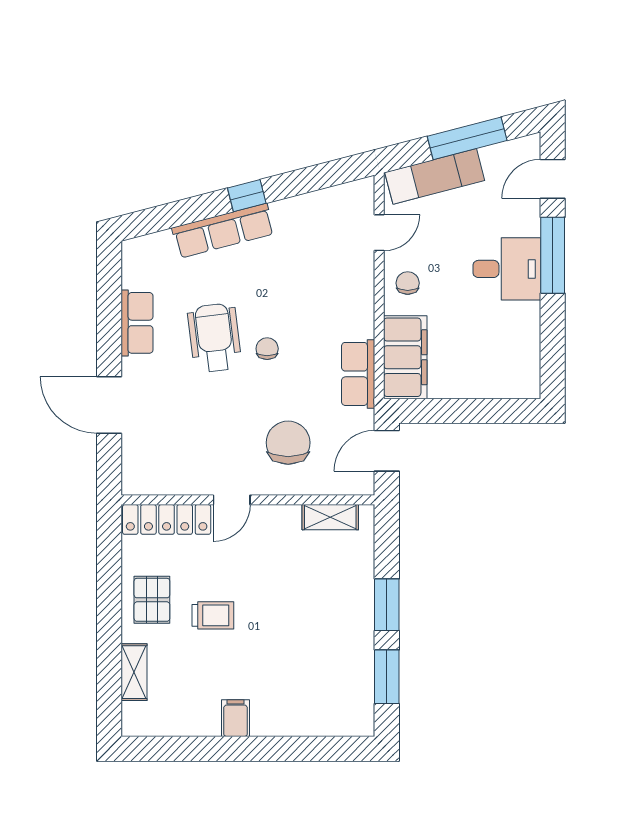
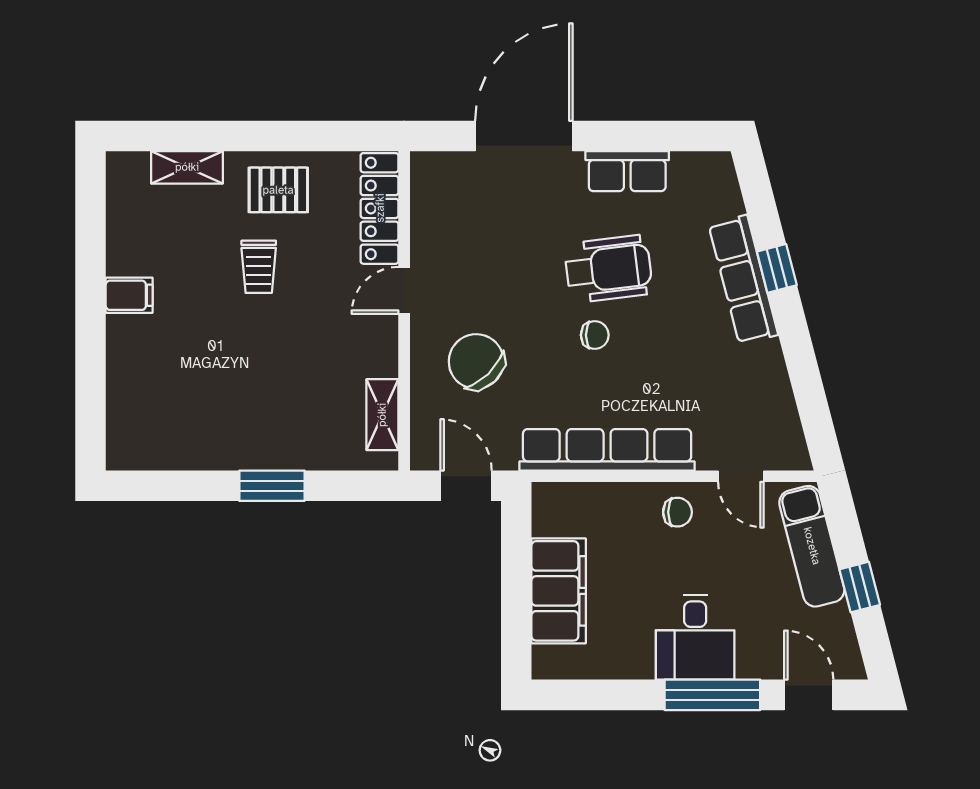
window: (467, 138) -> (860, 587), width x0.46
window: (247, 196) -> (777, 268), moved
filing cabinet: (405, 357) -> (559, 591), moved, turned -90
row of seats: (358, 374) -> (607, 450), width x2.02
door: (109, 405) -> (524, 136), width x1.36
chair: (288, 443) -> (476, 362), turned -134
door: (232, 500) -> (404, 290), hinge flipped
window: (387, 677) -> (181, 486), removed

